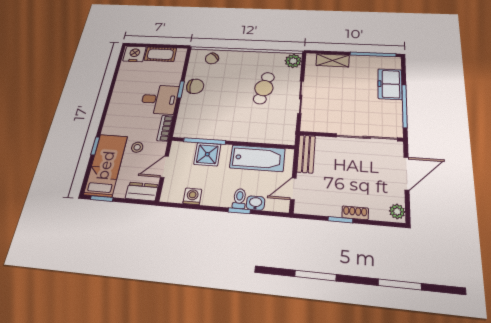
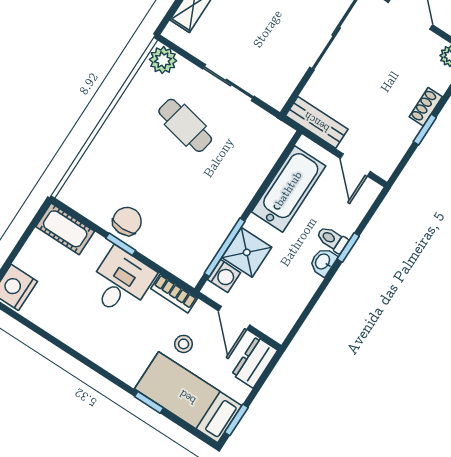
cot: (160, 54) -> (65, 229), moved, turned 90
chair: (212, 59) -> (91, 175), removed
washing machine: (192, 196) -> (224, 276), moved, turned 180
washbasin: (256, 203) -> (323, 262), moved

